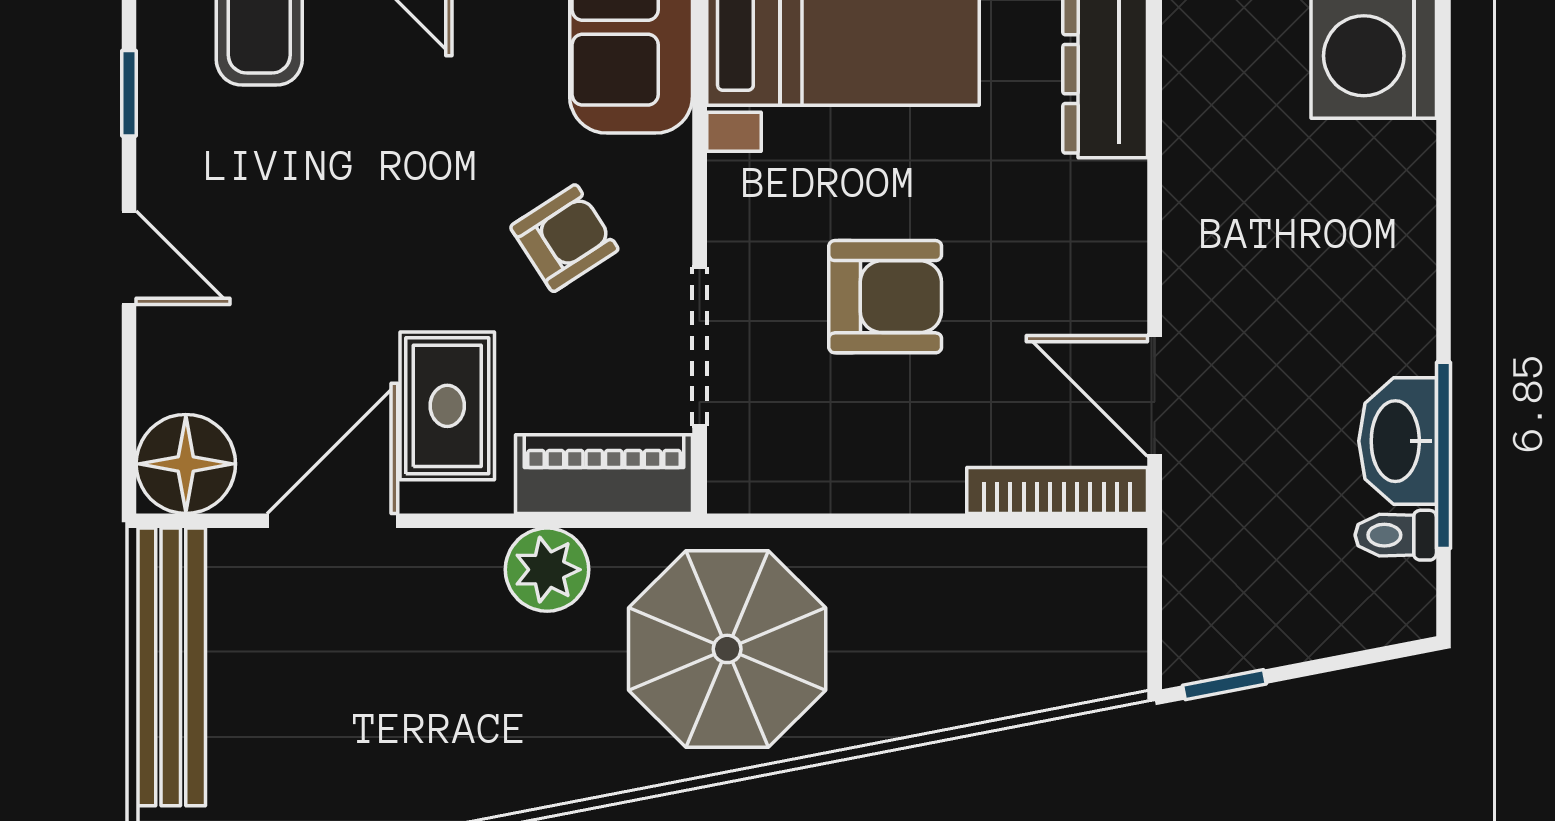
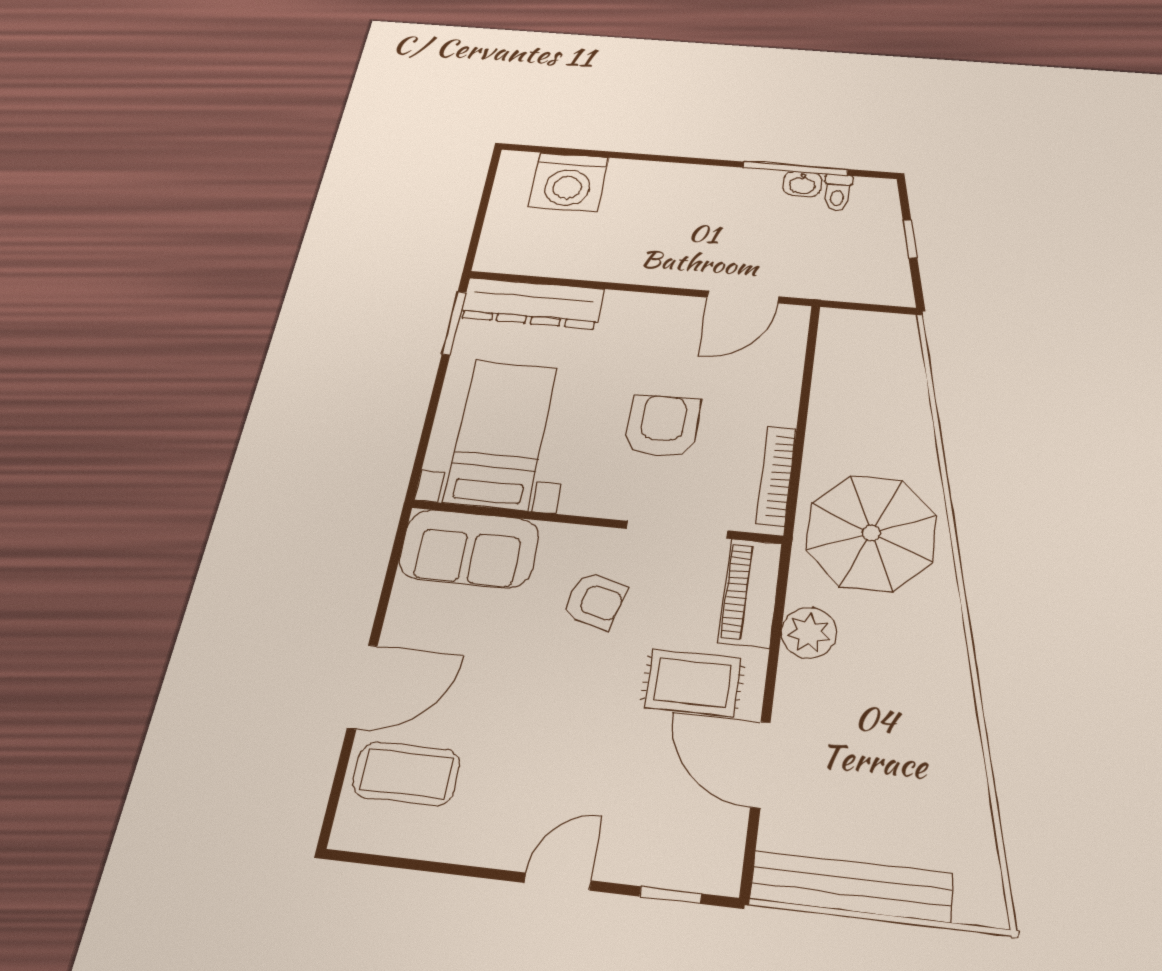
window: (129, 93) -> (671, 895), moved
armchair: (564, 238) -> (595, 600), turned 138
washbasin: (1398, 441) -> (802, 184), width x0.52, depth x0.69
floor lamp: (186, 464) -> (708, 859), removed
bookcase: (1057, 490) -> (776, 476), moved
window: (1224, 685) -> (910, 239), moved

